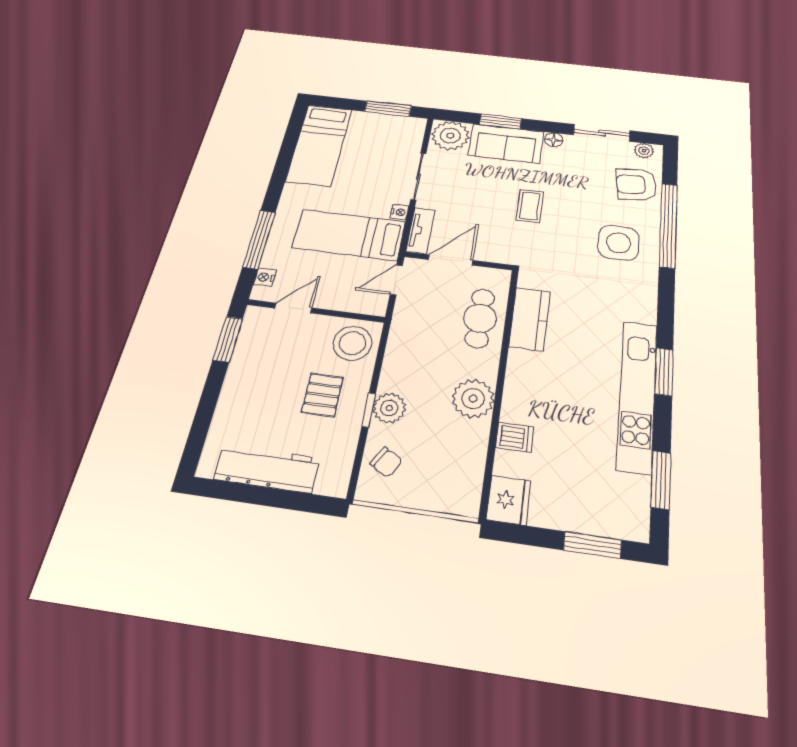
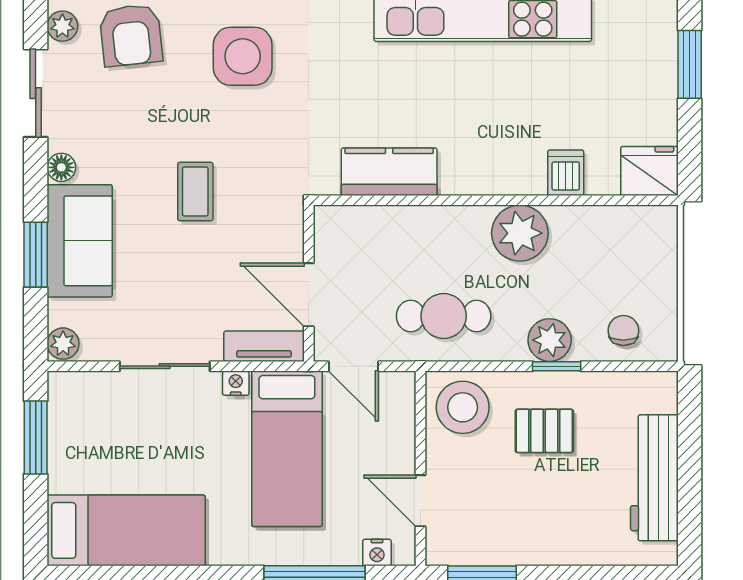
plant: (450, 136) -> (63, 344), width x0.53, depth x0.53
coffee table: (530, 206) -> (195, 192), turned 90
cafe table: (480, 318) -> (444, 316), moved
chair: (386, 462) -> (623, 331), turned -31

